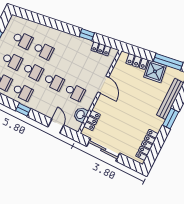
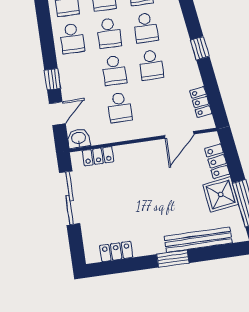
window: (87, 35) -> (200, 48), moved
school desk: (64, 61) -> (151, 65), added
door: (103, 85) -> (179, 135), moved
window: (23, 110) -> (52, 79), moved
washbasin: (81, 115) -> (79, 138), moved
locker: (147, 145) -> (116, 251), width x0.66

